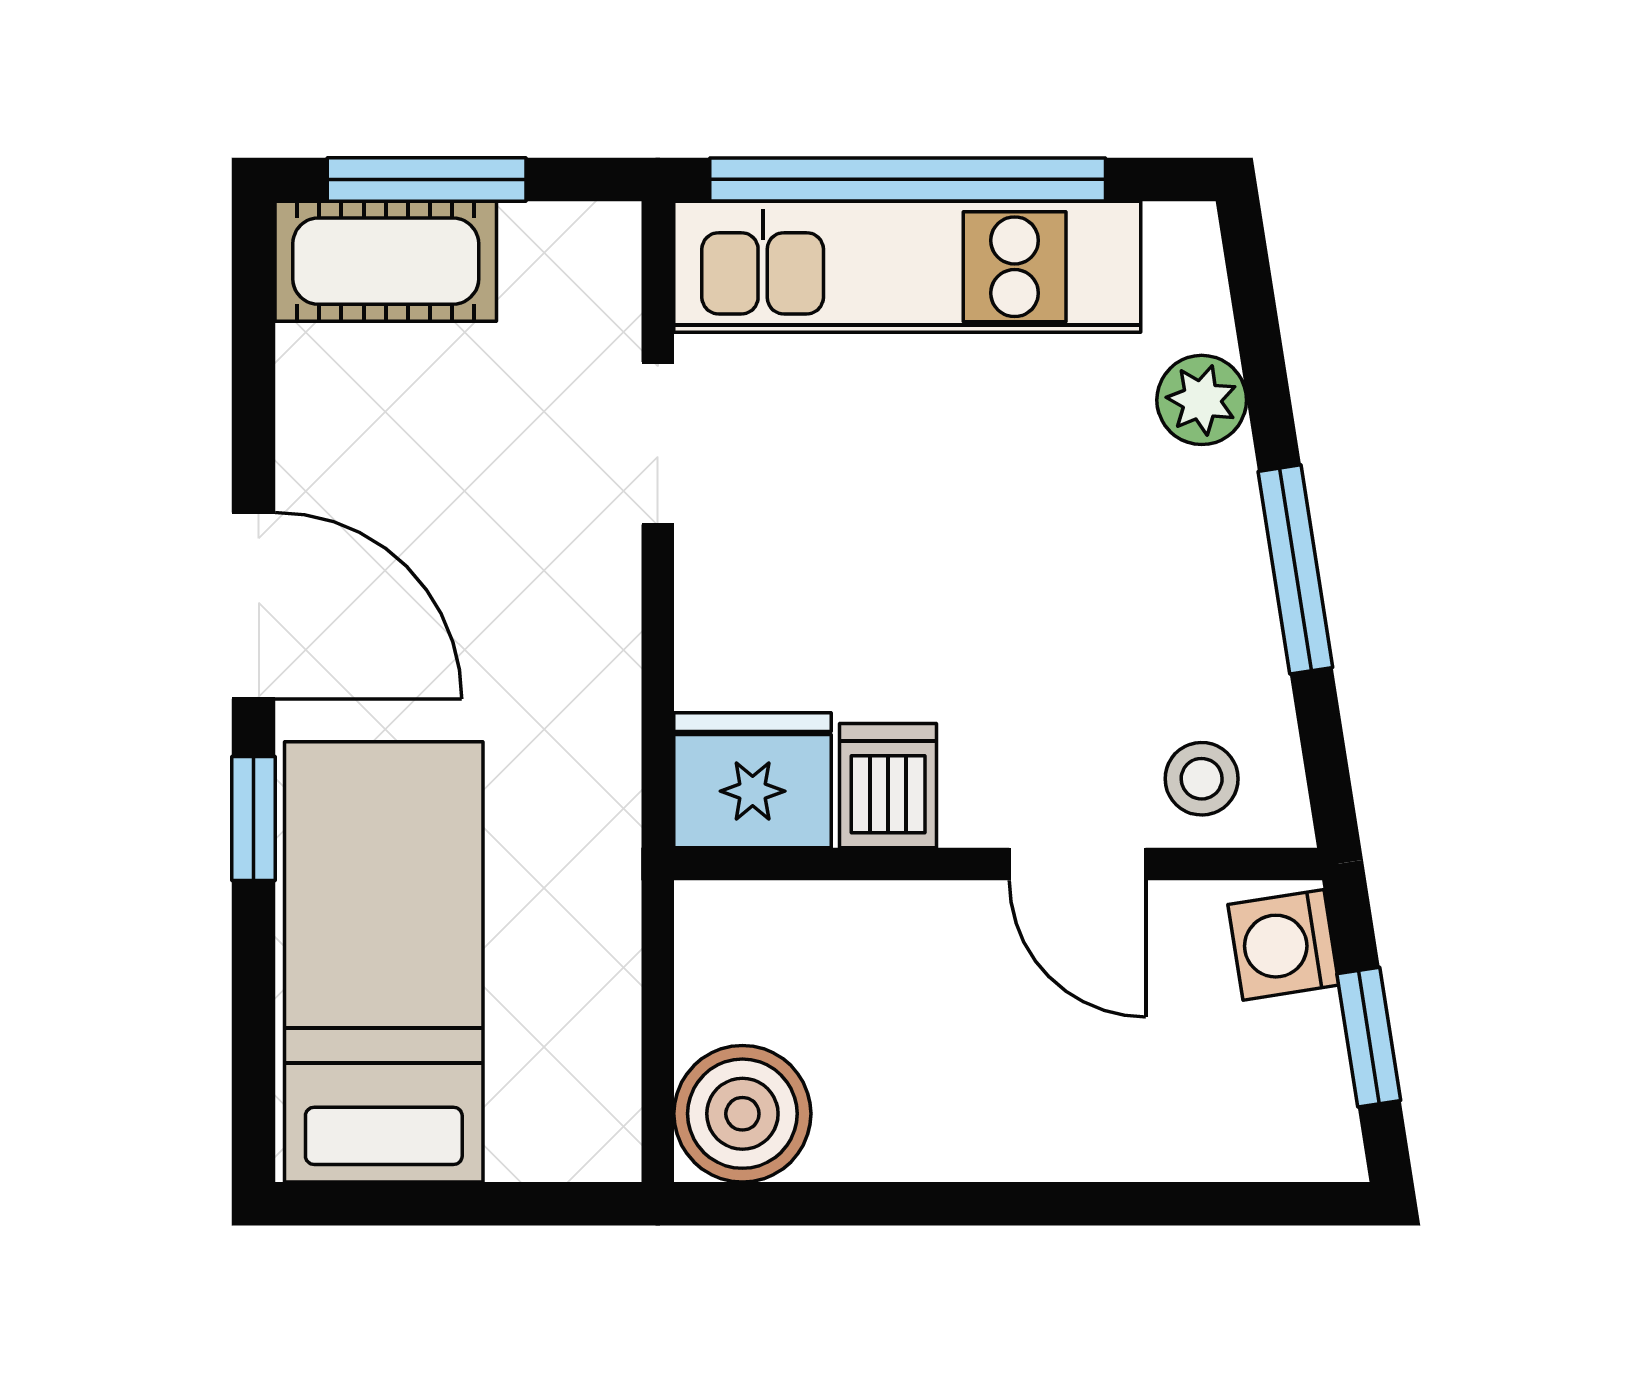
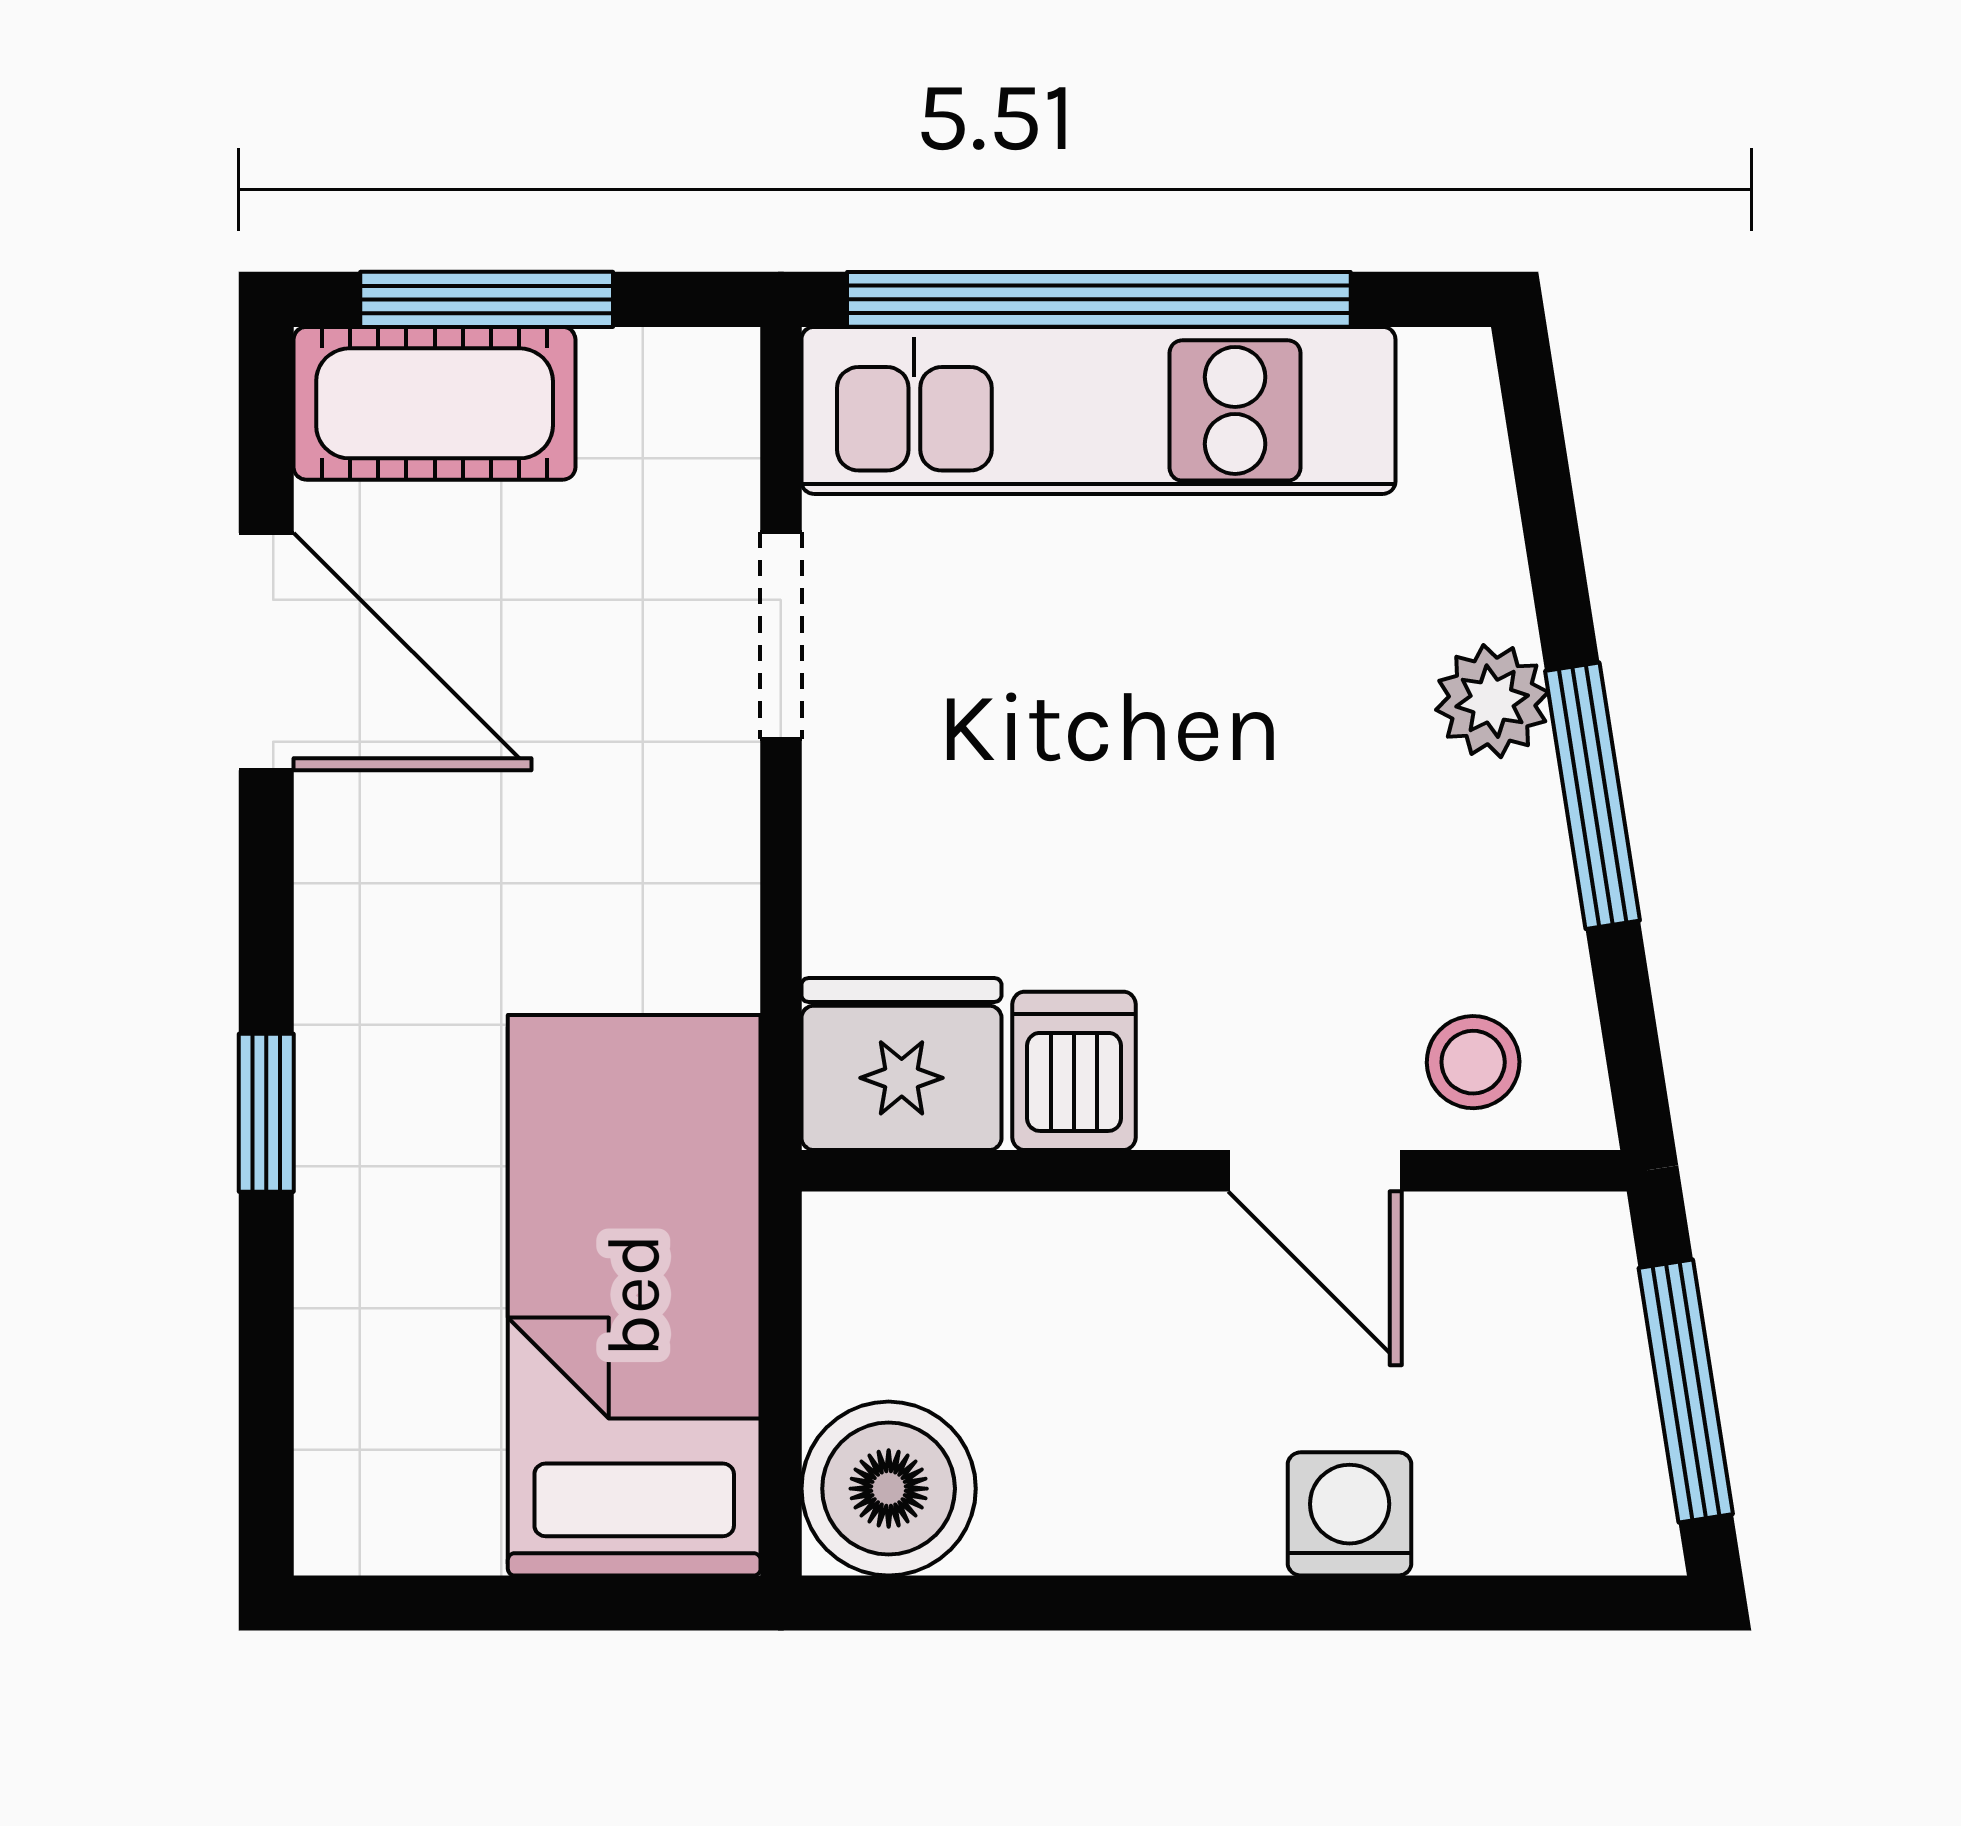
plant: (1202, 400) -> (1492, 701), moved
door: (254, 606) -> (266, 652), moved
washing machine: (1283, 945) -> (1350, 1514), moved, turned 99
bed: (384, 962) -> (634, 1295), moved
window: (1369, 1037) -> (1686, 1391), width x1.50

